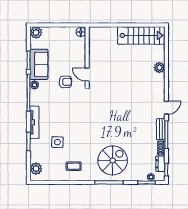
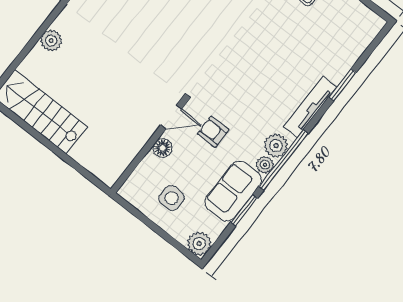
floor lamp: (81, 32) -> (163, 148), moved
door: (87, 75) -> (171, 117), hinge flipped
side table: (57, 142) -> (172, 198), moved
plant: (36, 169) -> (276, 146), moved

